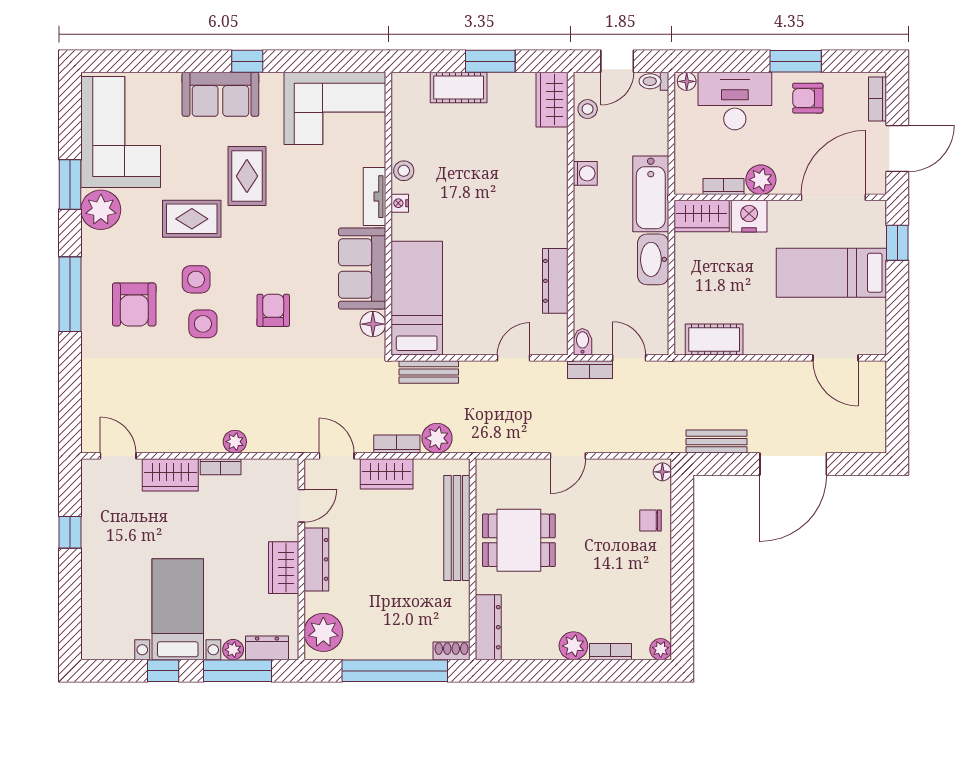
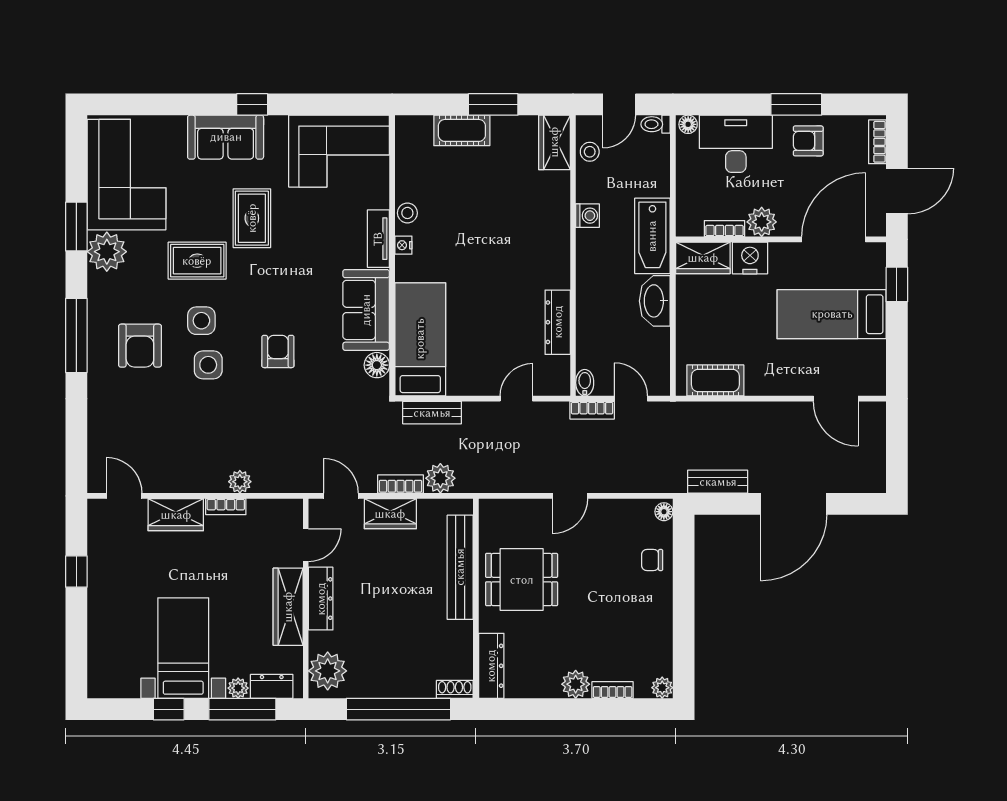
wardrobe: (284, 568) -> (288, 607), width x1.50

